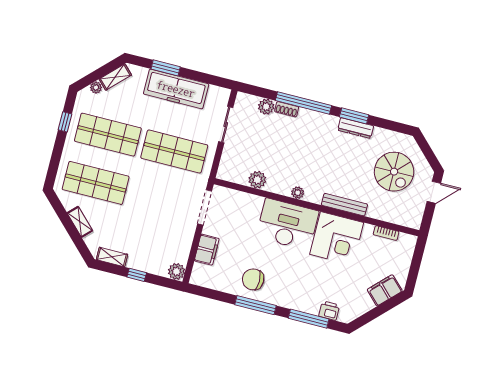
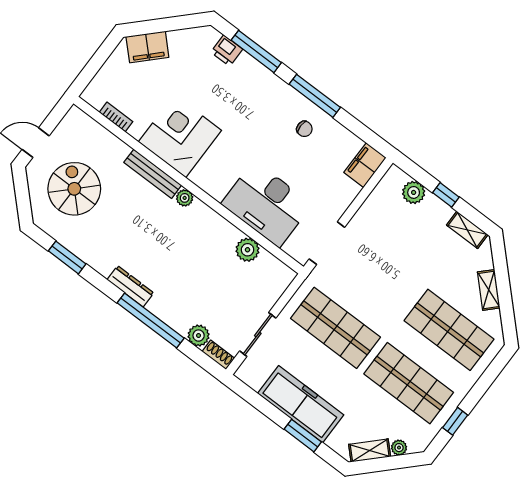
shoe rack: (287, 109) -> (218, 355), moved
window: (354, 116) -> (67, 257), moved
dresser: (356, 128) -> (130, 286), moved
plant: (298, 193) -> (185, 198), moved
desk: (287, 224) -> (267, 204), moved
filing cabinet: (207, 250) -> (365, 165), moved
plant: (176, 271) -> (414, 192), moved
chair: (253, 279) -> (304, 129), width x0.54, depth x0.54

